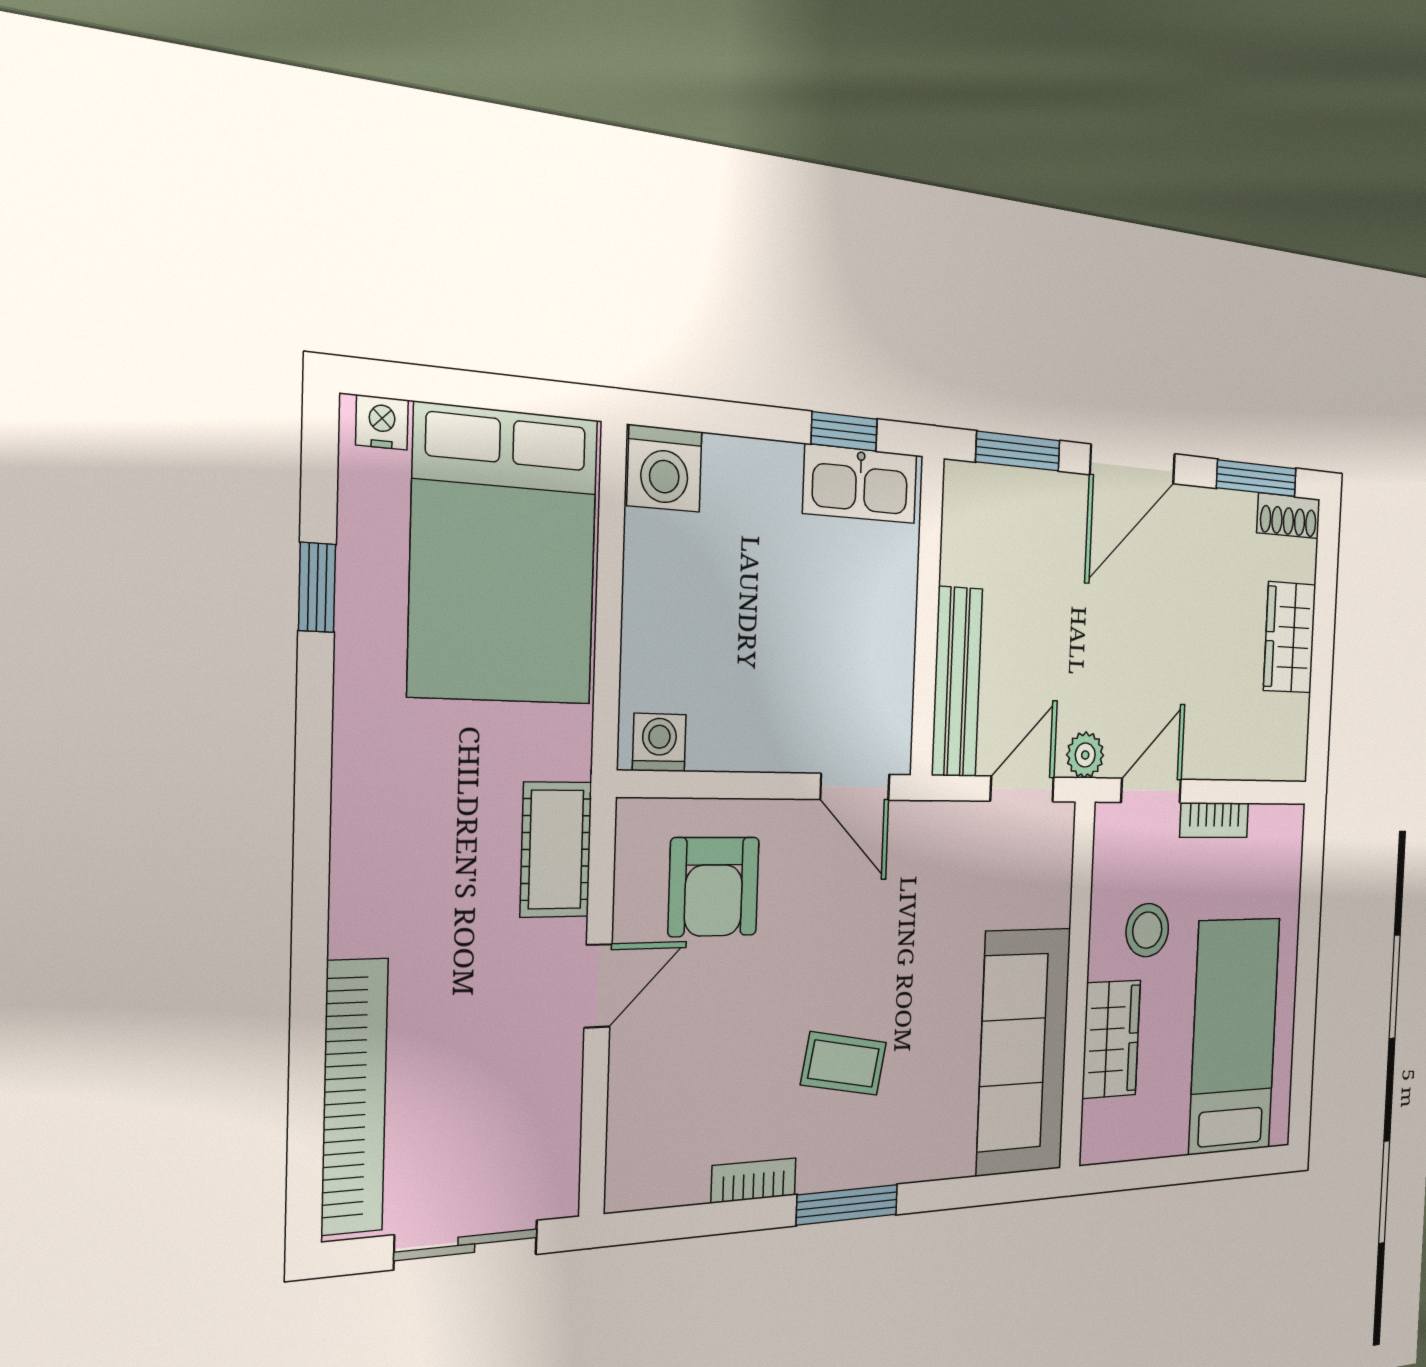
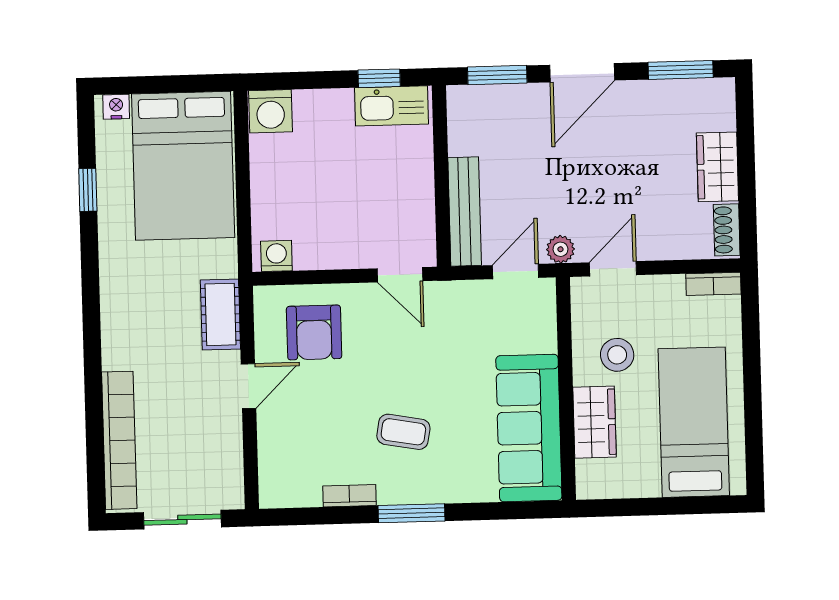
shoe rack: (1289, 516) -> (727, 230), moved, turned 90
bookcase: (1214, 820) -> (713, 284), moved

